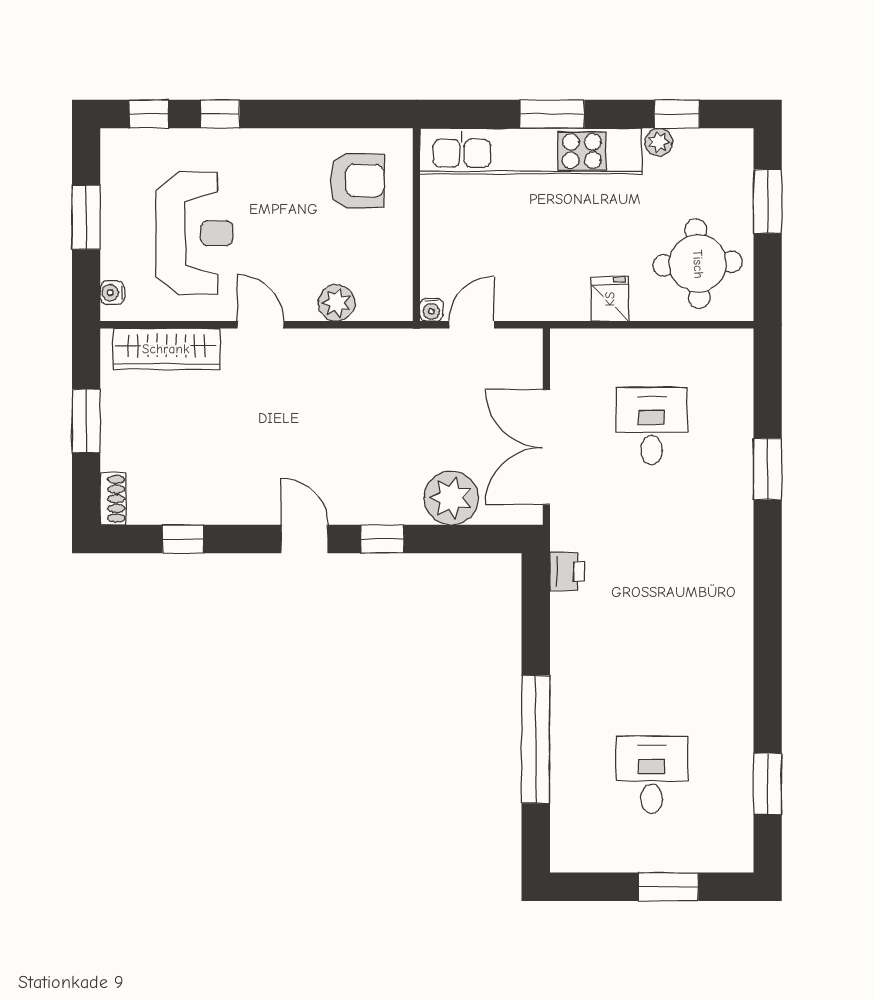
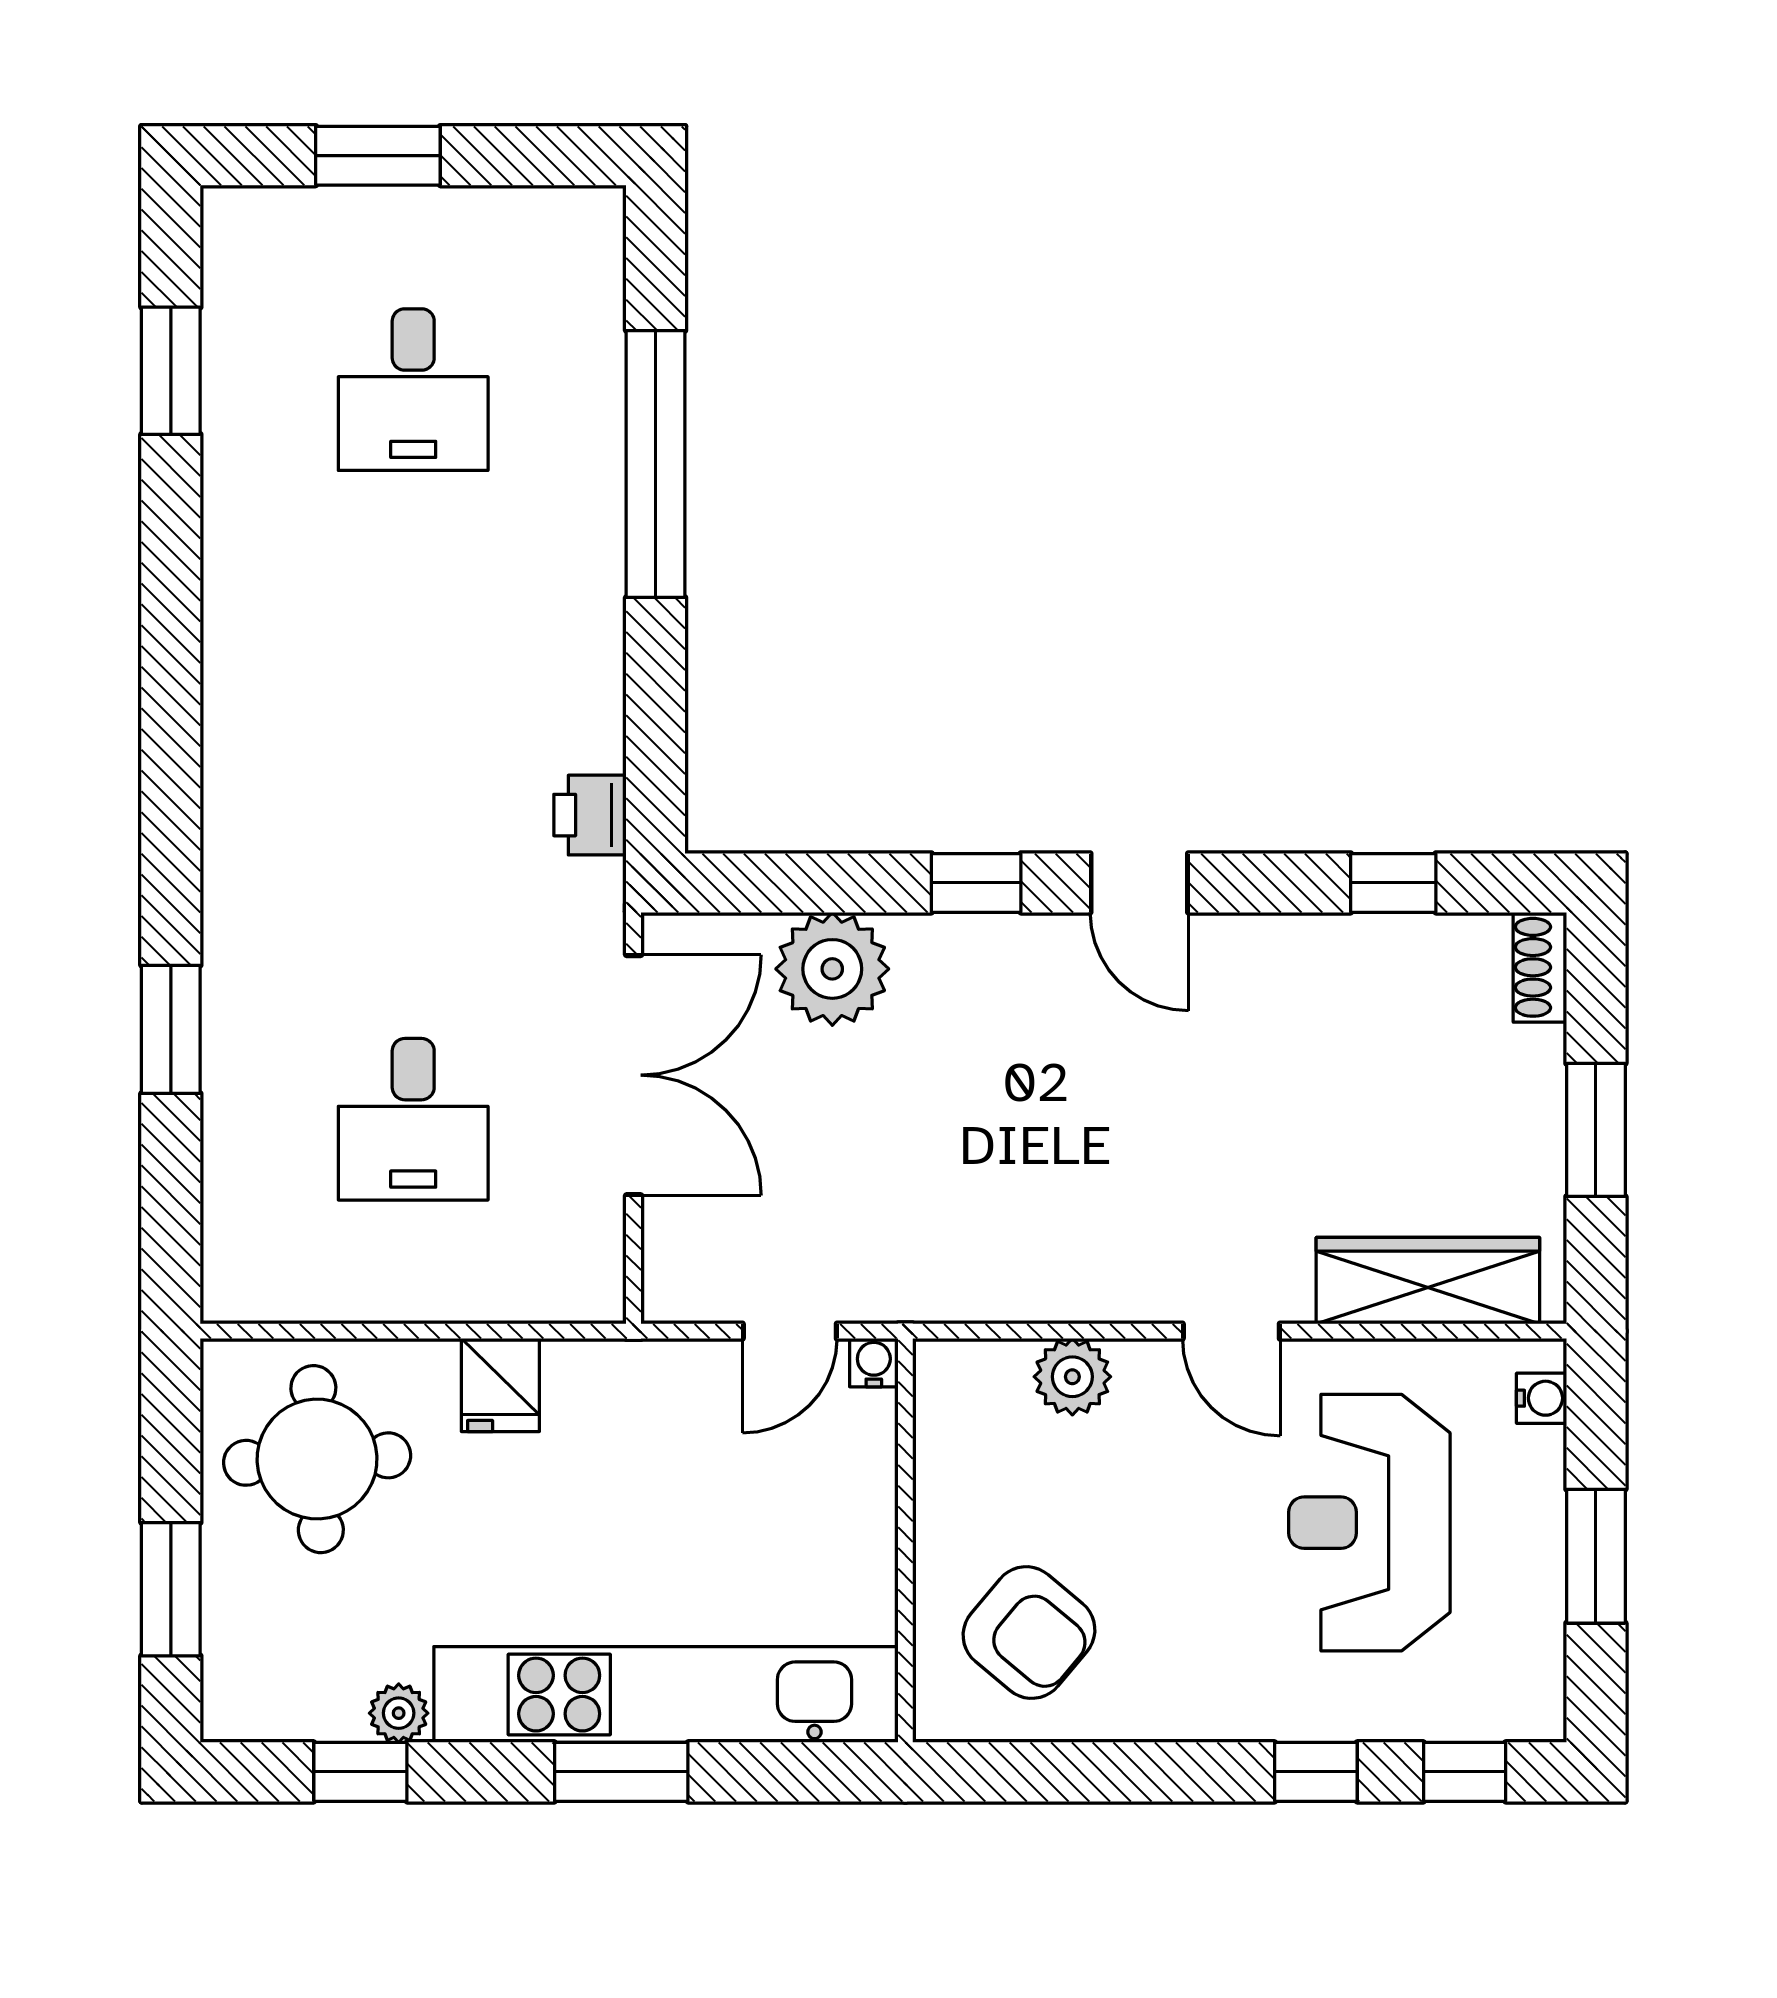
armchair: (357, 181) -> (1029, 1633), turned -140

